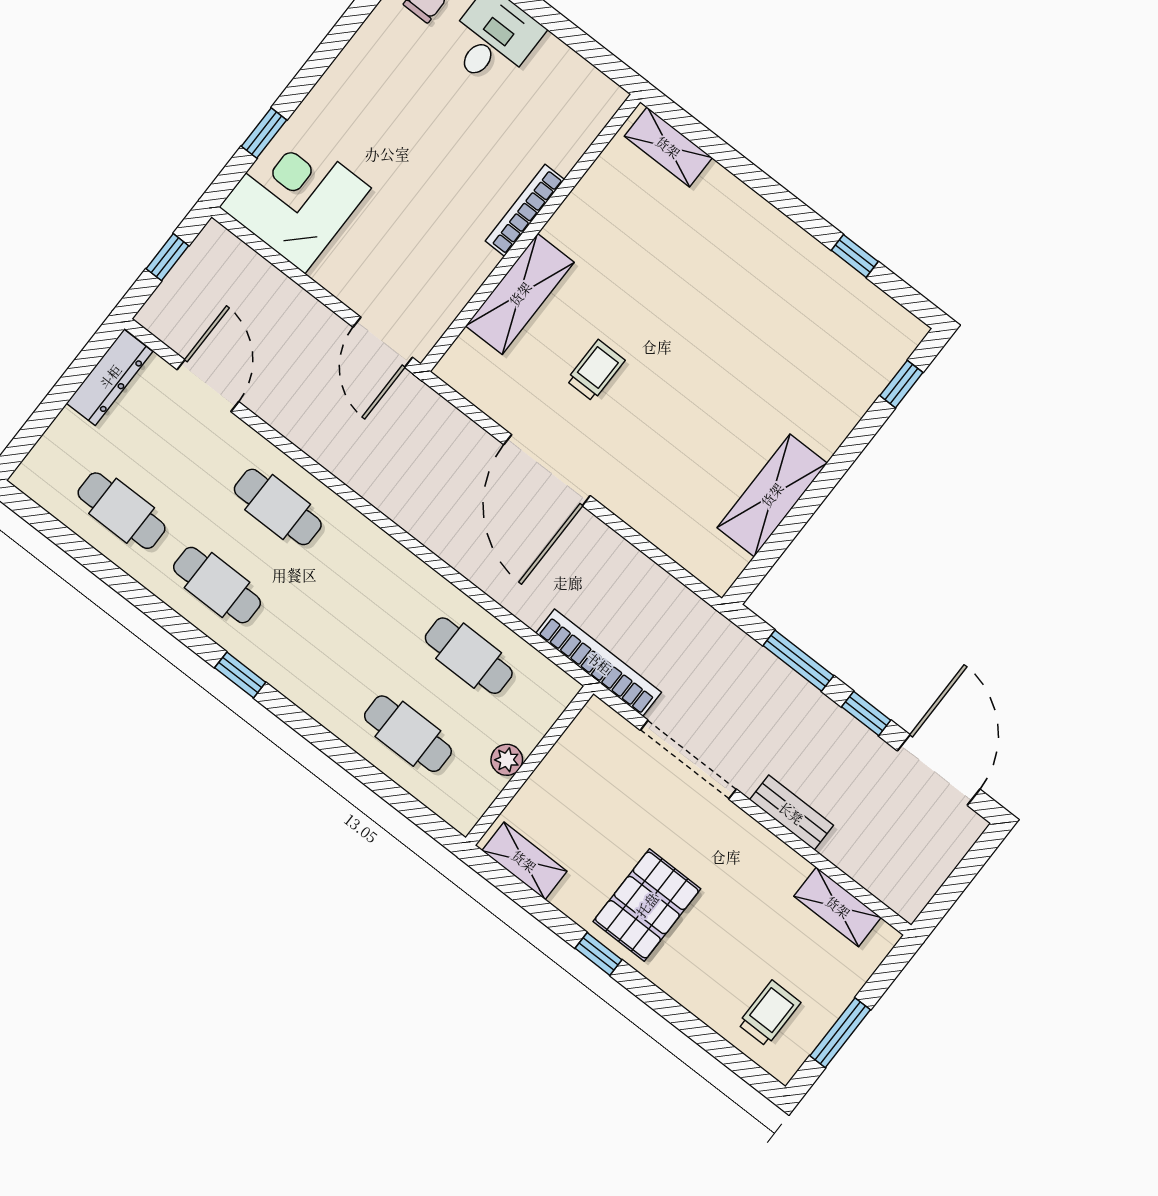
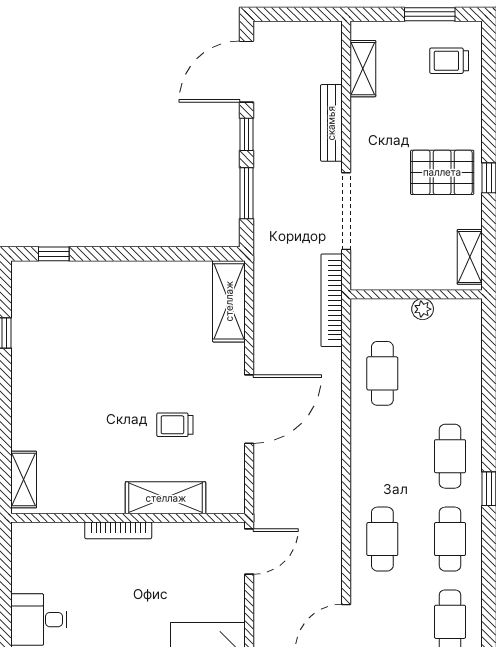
shelving: (772, 495) -> (229, 301), moved, turned 90
cafe table: (408, 734) -> (450, 456), moved
bench: (791, 813) -> (331, 123), width x1.36

